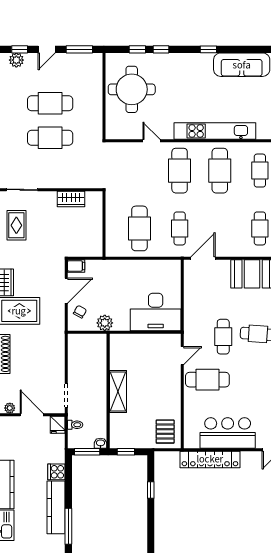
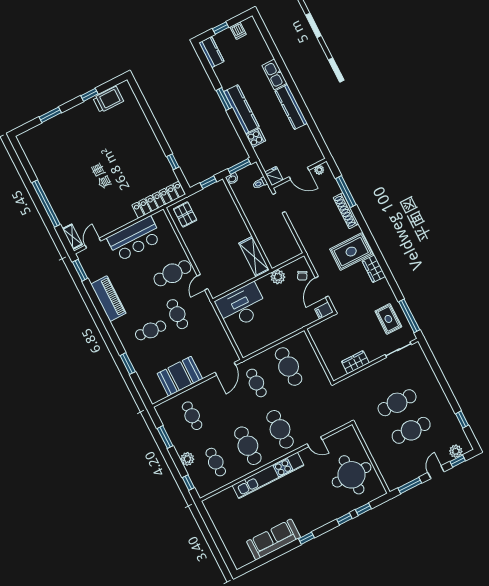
shelving: (118, 392) -> (254, 257), moved
locker: (210, 459) -> (159, 200), moved
window: (68, 526) -> (224, 99), width x0.69

